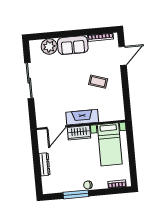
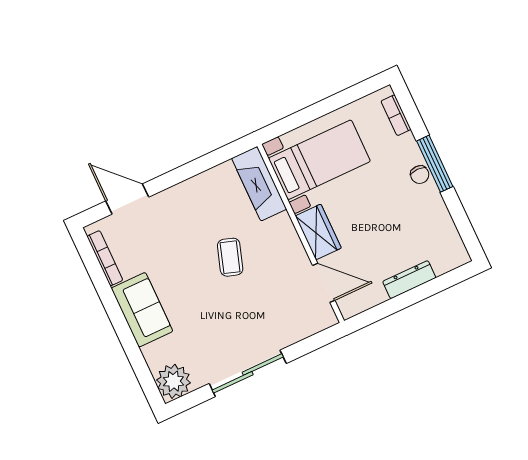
plant: (49, 46) -> (173, 381), moved
coffee table: (98, 82) -> (230, 257), moved
fireplace: (82, 117) -> (259, 184), moved
window: (76, 194) -> (435, 164), moved

